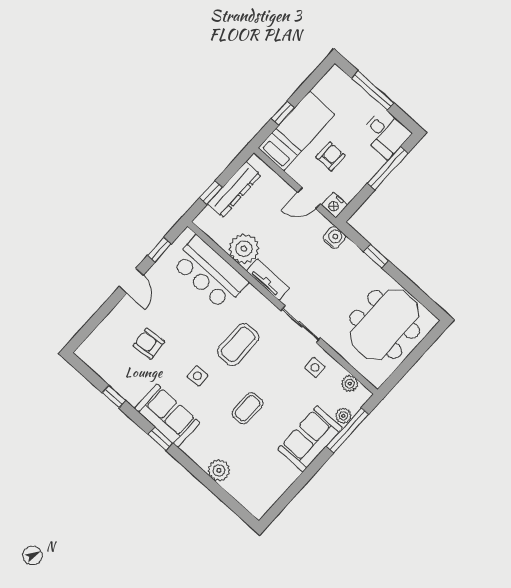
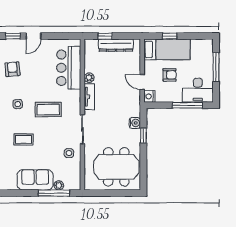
desk: (385, 134) -> (198, 90), width x1.37
water cooler: (334, 238) -> (135, 123), moved
plant: (244, 249) -> (89, 78), width x0.53, depth x0.53
window: (159, 250) -> (13, 36), moved
plant: (350, 384) -> (76, 175), removed

